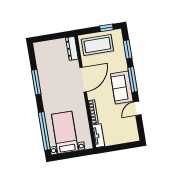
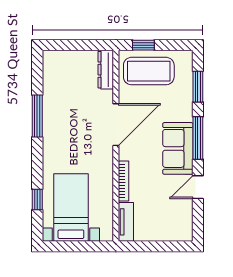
window: (106, 28) -> (143, 45), moved
window: (44, 131) -> (37, 200), width x0.32

